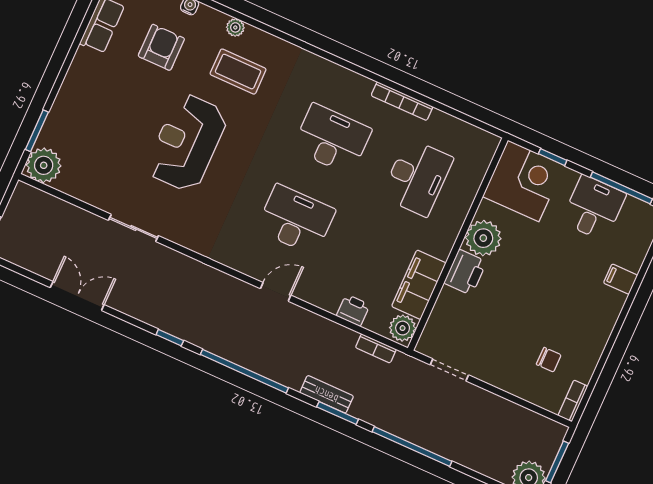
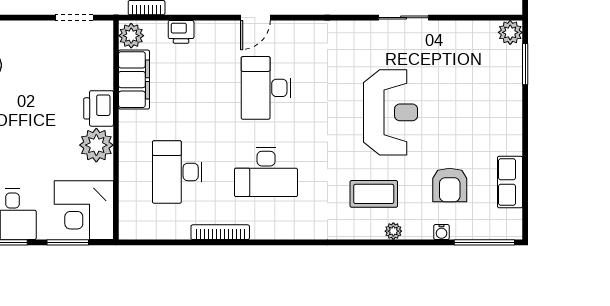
window: (553, 157) -> (68, 242), width x1.50
plant: (44, 165) -> (510, 32), width x0.73, depth x0.73
desk: (296, 220) -> (266, 88), turned 90

